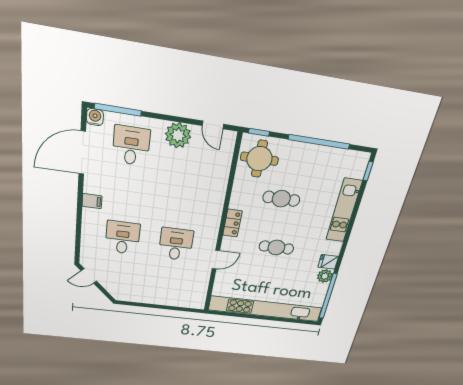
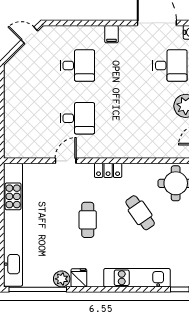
cafe table: (281, 199) -> (140, 213), turned -35
door: (216, 260) -> (66, 161), swing flipped
door: (89, 276) -> (29, 35), hinge flipped

